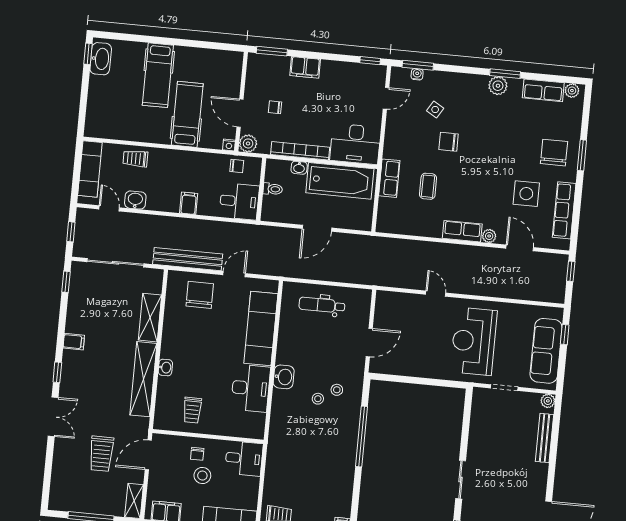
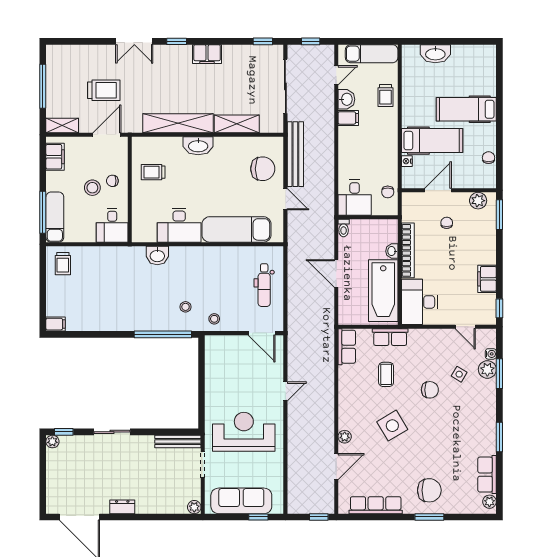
window: (88, 54) -> (480, 41), removed
chair: (211, 57) -> (489, 158), added
washbasin: (101, 59) -> (435, 54), moved
window: (418, 65) -> (499, 374), moved
filing cabinet: (305, 67) -> (487, 279), moved
plant: (498, 86) -> (487, 369), moved
chair: (449, 142) -> (430, 390), turned 90
plant: (248, 143) -> (478, 201), moved
nightstand: (229, 145) -> (407, 161), moved
trolley: (135, 159) -> (386, 96), turned 180
coffee table: (428, 186) -> (386, 374), turned 90
toilet: (273, 189) -> (344, 228), moved
side table: (526, 194) -> (392, 426), moved, turned -31
filing cabinet: (189, 203) -> (348, 118), moved
row of seats: (462, 231) -> (347, 347), moved
dental chair: (322, 305) -> (264, 285), turned 180
filing cabinet: (74, 342) -> (207, 54), width x2.00
door: (369, 343) -> (262, 333), moved
washbasin: (165, 368) -> (198, 146), width x1.91, depth x1.45
washbasin: (284, 377) -> (157, 255), moved
stool: (318, 399) -> (214, 319), moved
window: (362, 436) -> (163, 334), moved
bench: (545, 438) -> (178, 442), moved
trolley: (101, 454) -> (104, 90), turned 180
door: (148, 455) -> (107, 135), hinge flipped
dresser: (540, 476) -> (122, 507), added

